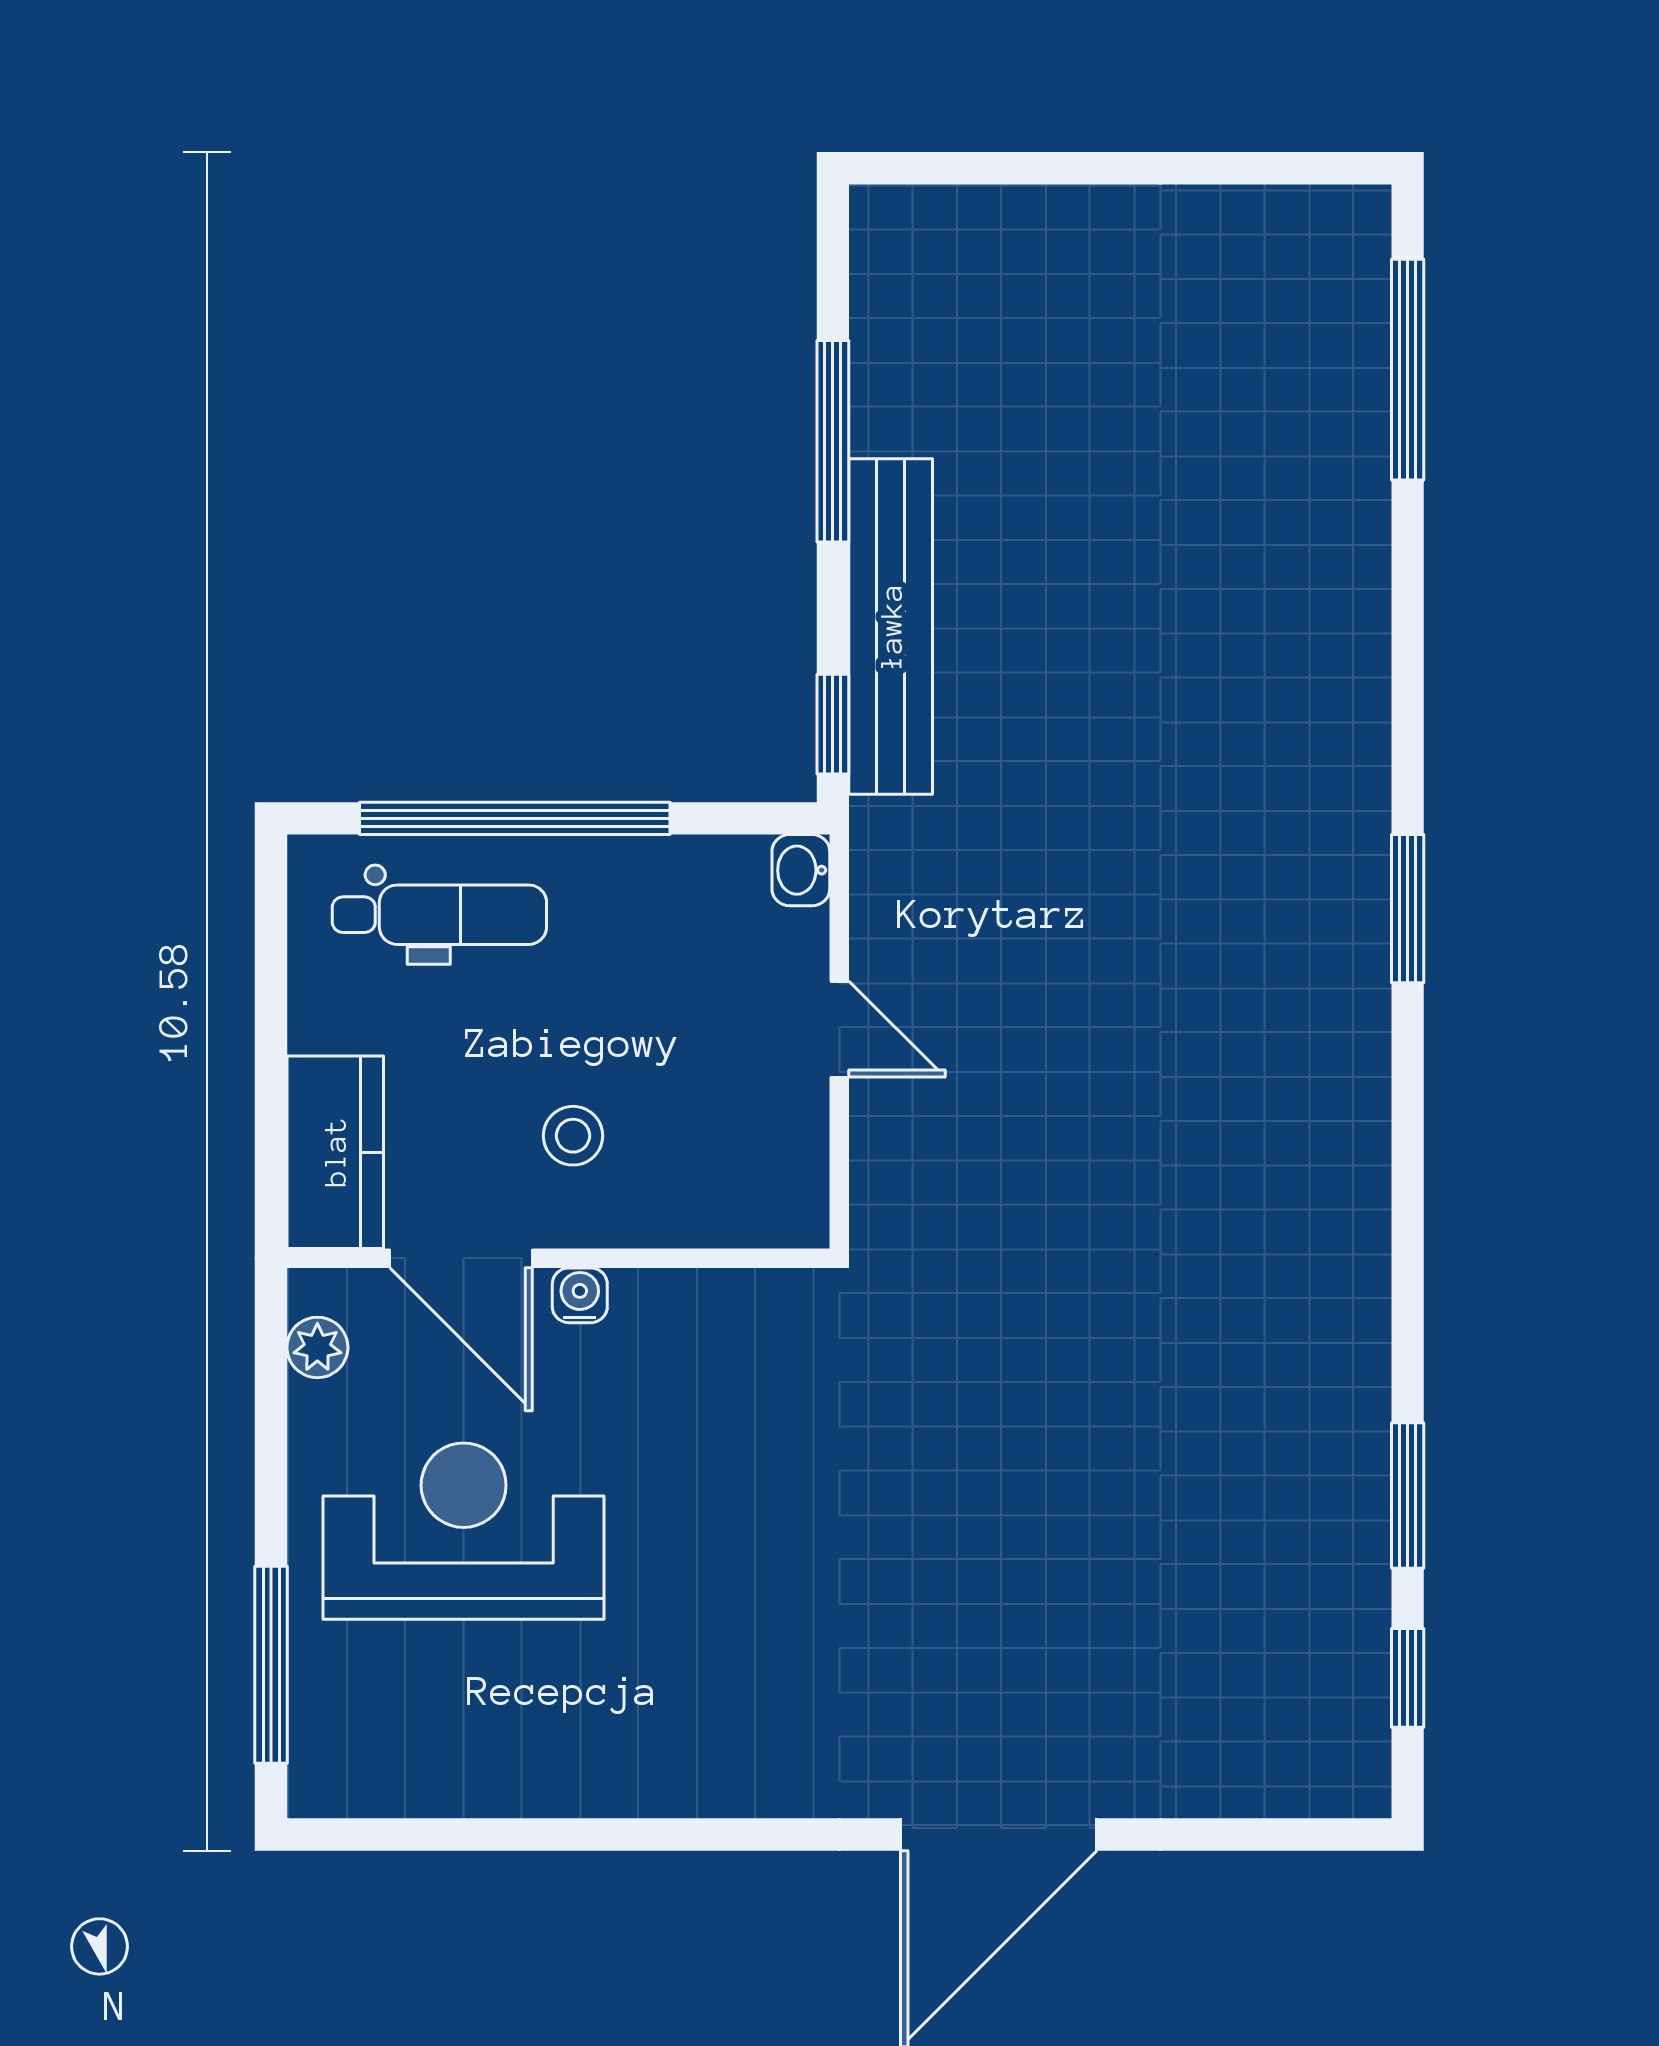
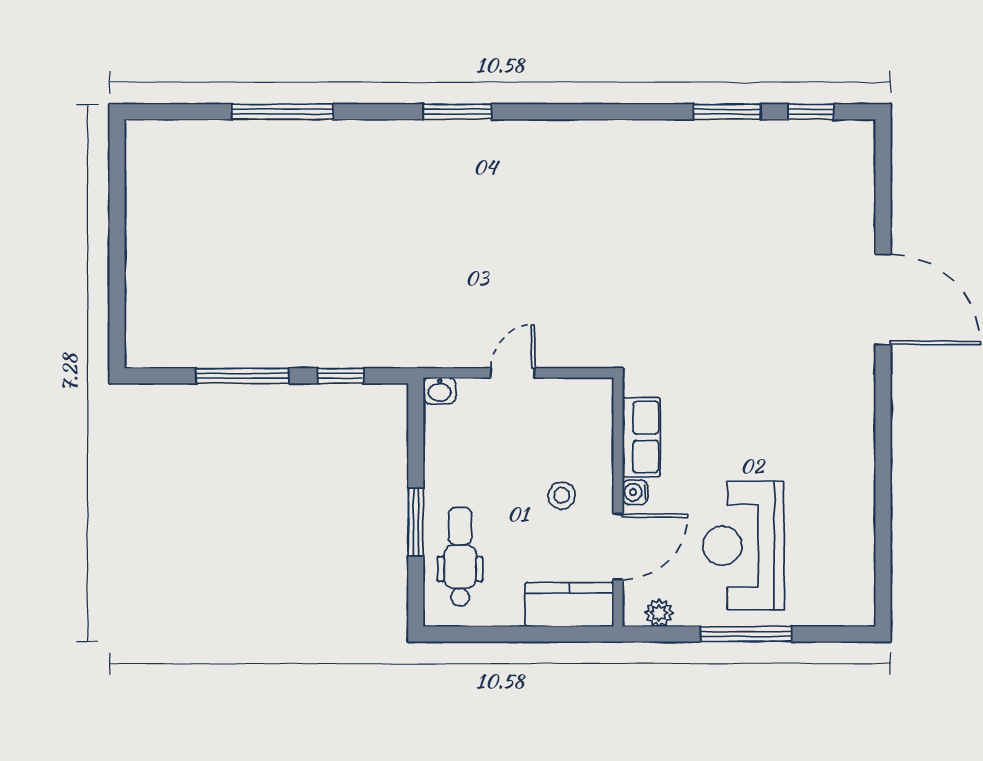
window: (1408, 370) -> (283, 112), moved
bench: (891, 627) -> (328, 349), removed
window: (833, 724) -> (341, 376), moved
window: (515, 818) -> (416, 522), width x0.47
row of seats: (700, 1309) -> (641, 437), added
window: (271, 1665) -> (746, 634), moved

